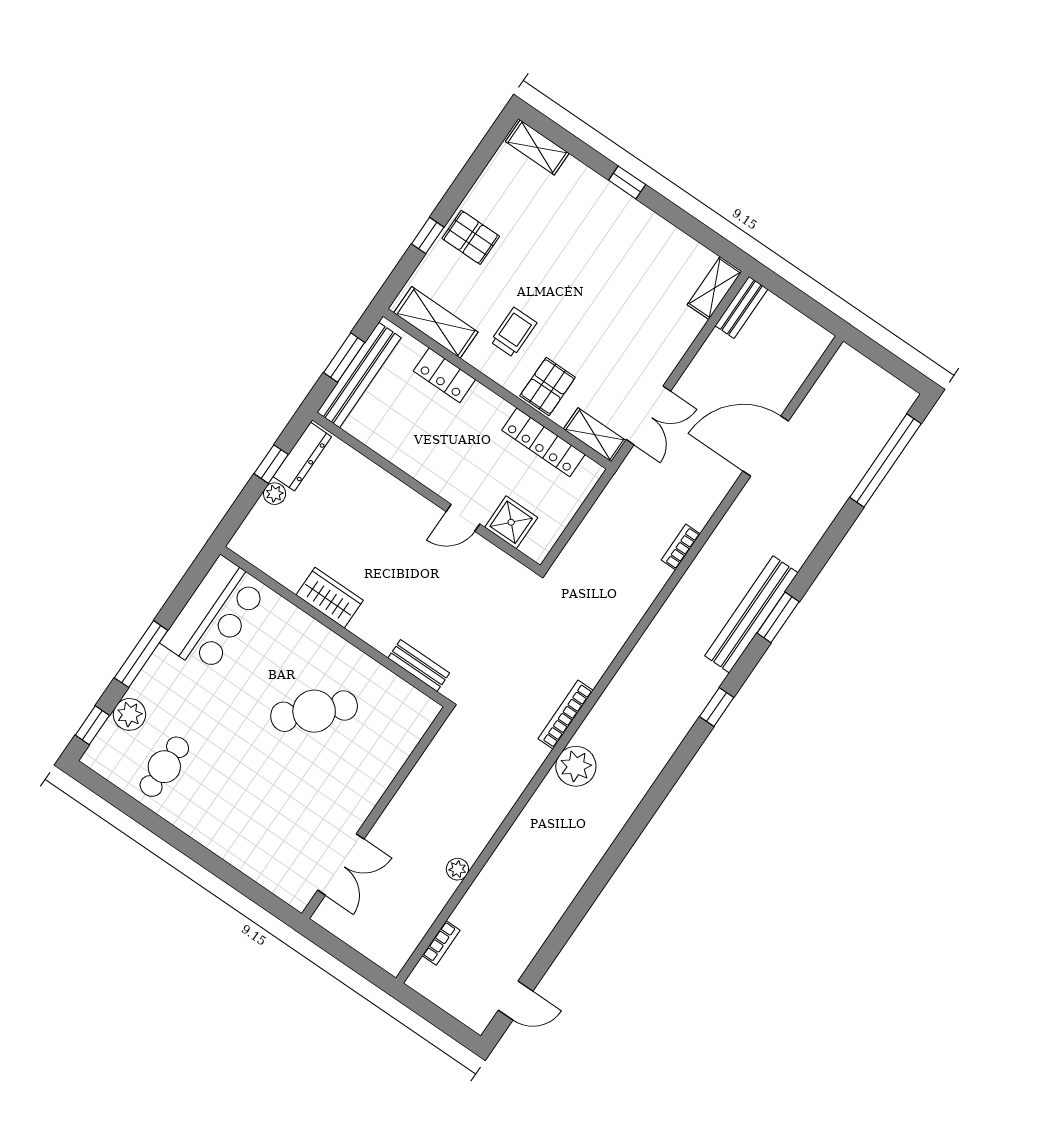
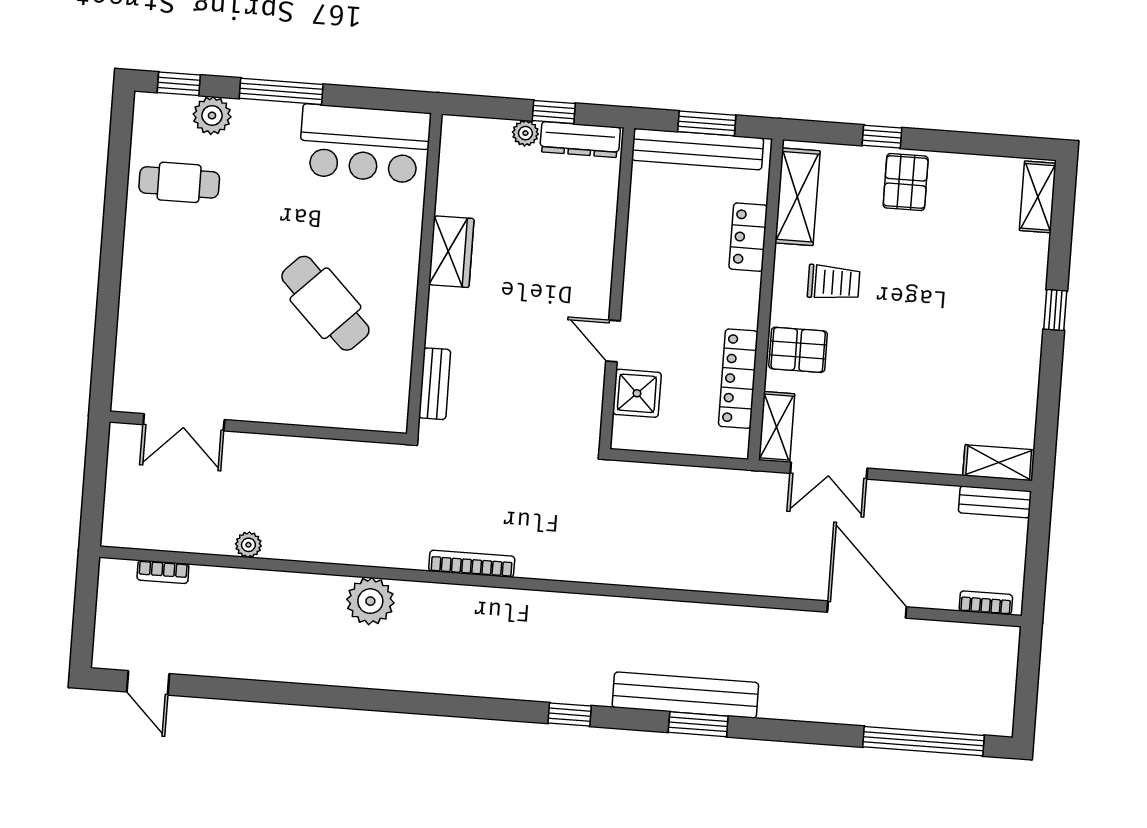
bookcase: (681, 547) -> (986, 603), moved
plant: (576, 766) -> (370, 601), moved

